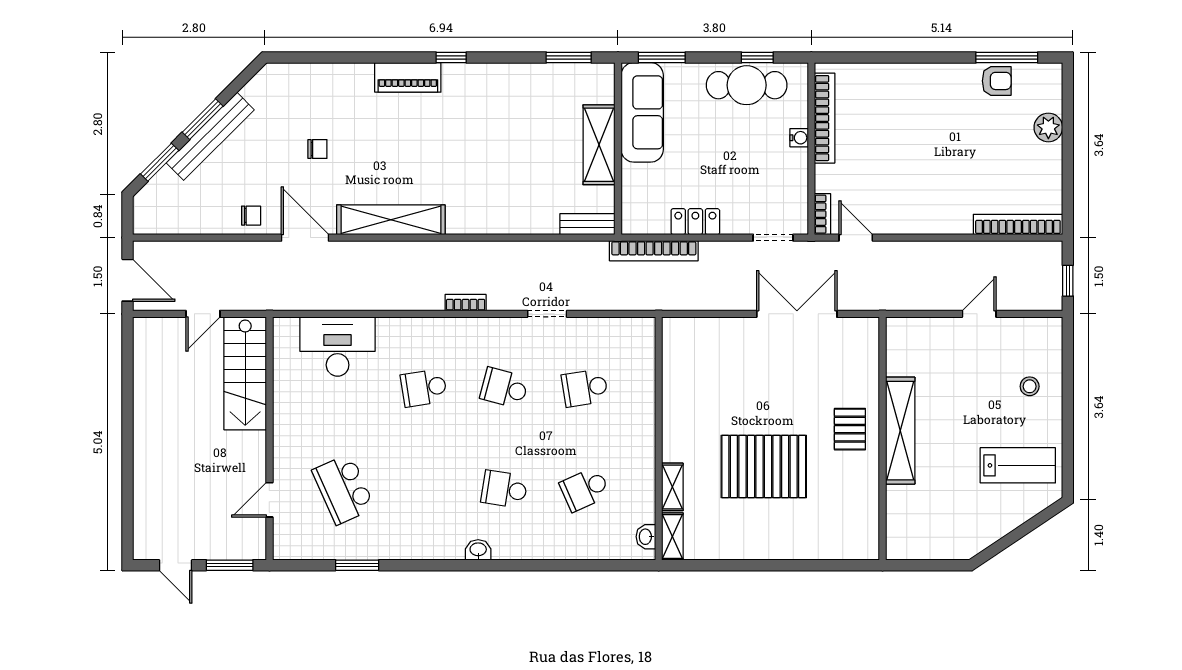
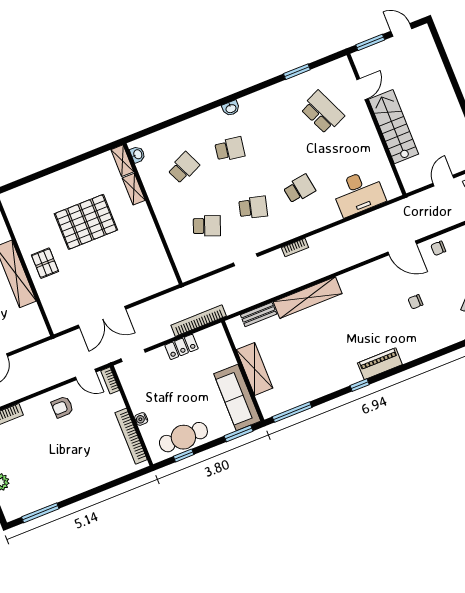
window: (569, 58) -> (292, 412), width x1.44
armchair: (997, 81) -> (62, 407), moved
shelving: (391, 220) -> (308, 298), moved
bench: (587, 224) -> (259, 314), moved
stairs: (245, 373) -> (394, 127), moved
school desk: (585, 388) -> (207, 226), turned 30

